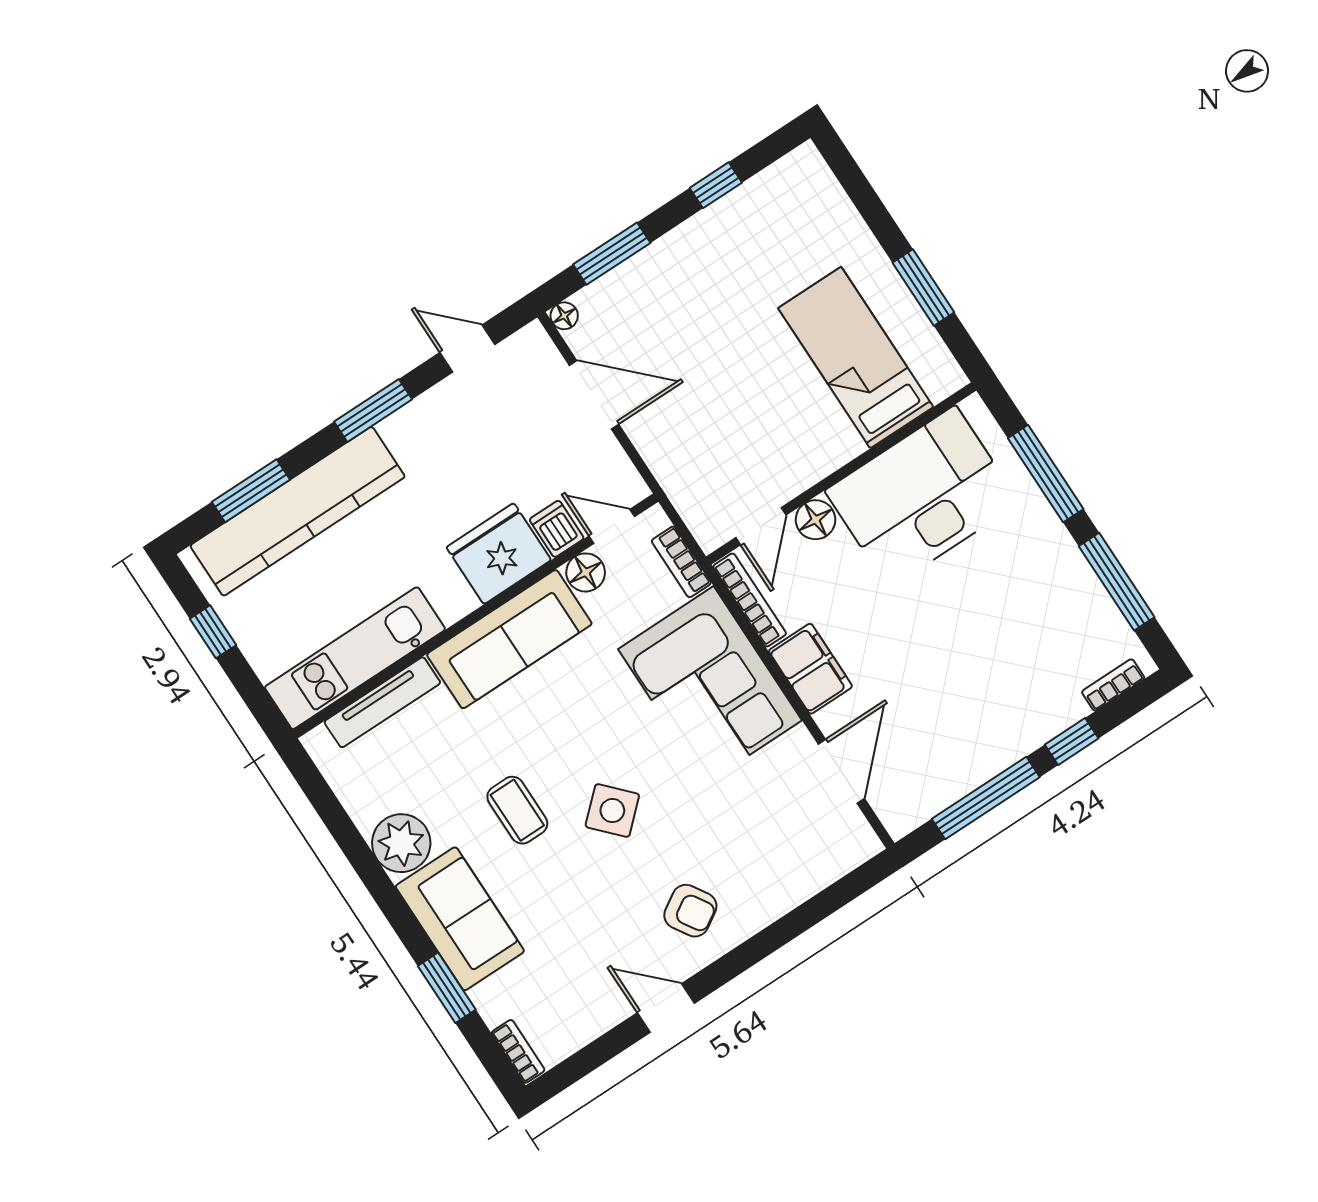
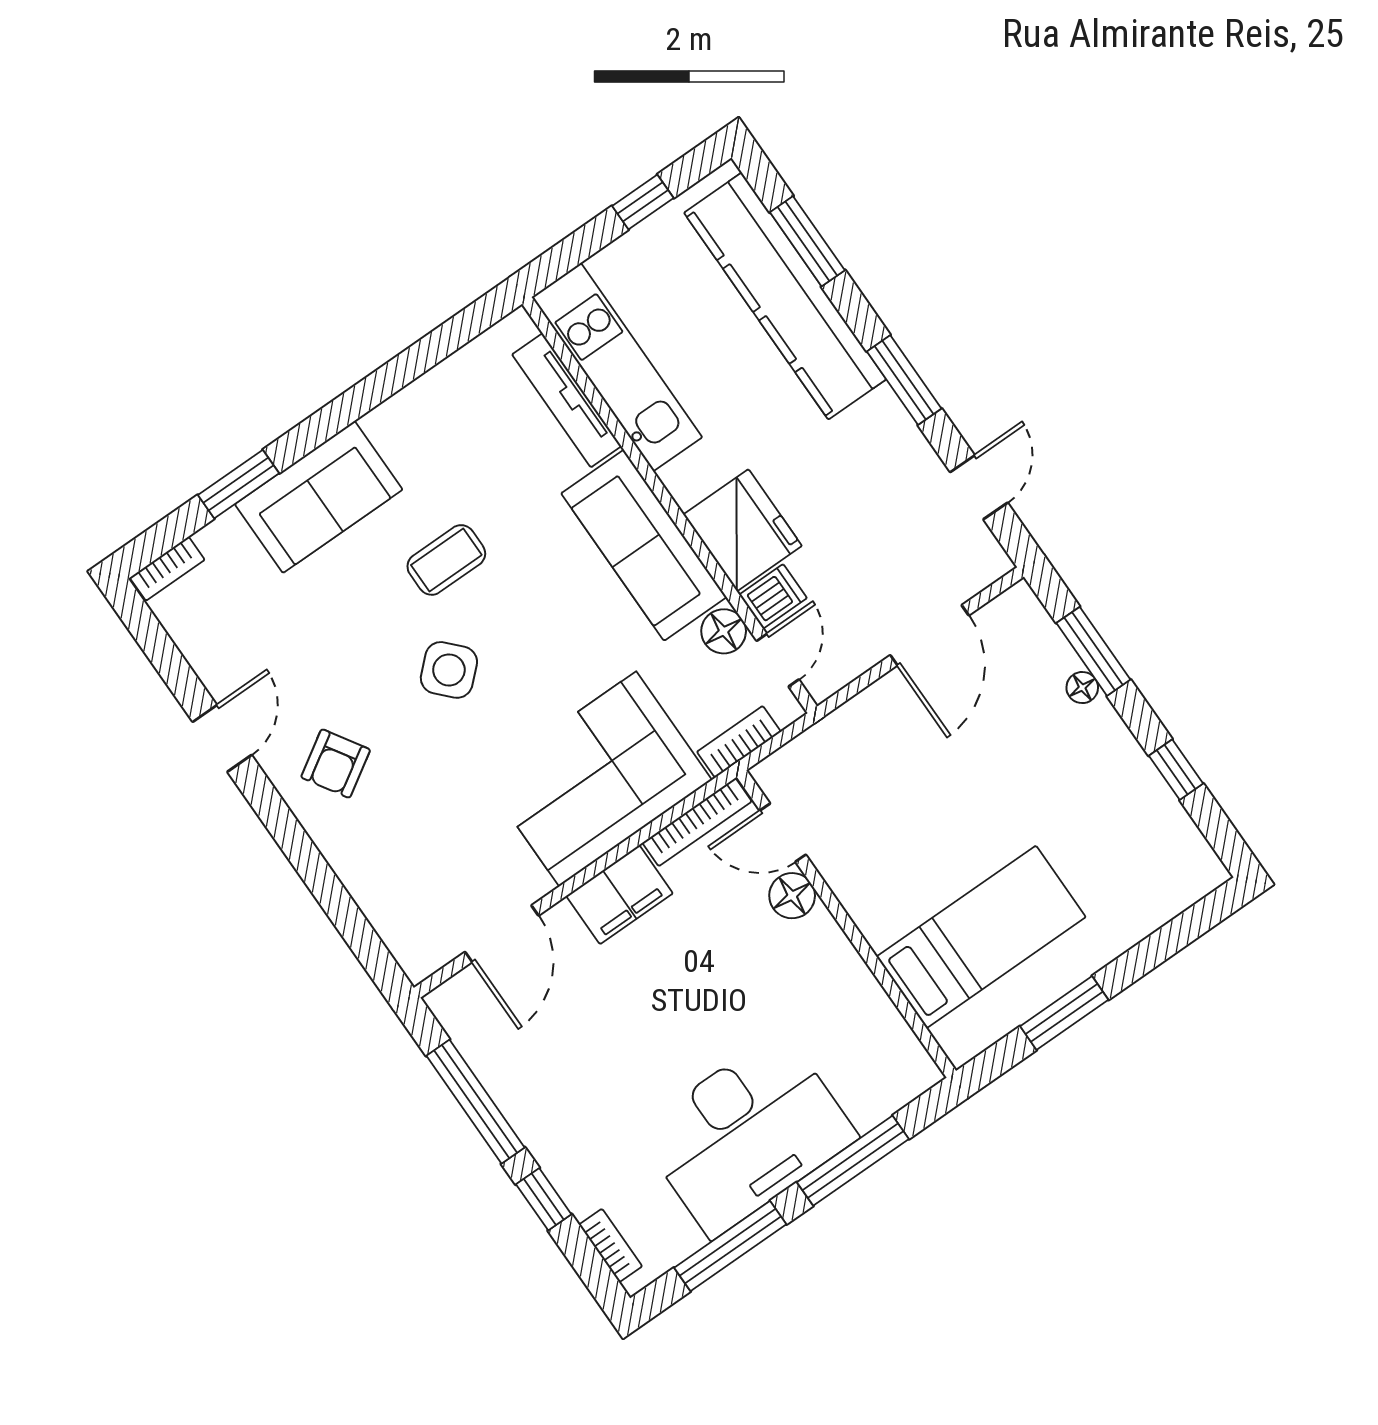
floor lamp: (564, 316) -> (1082, 688), moved
desk: (922, 497) -> (747, 1134), moved, turned 90
door: (841, 771) -> (502, 934), hinge flipped
plant: (401, 843) -> (404, 427), removed

